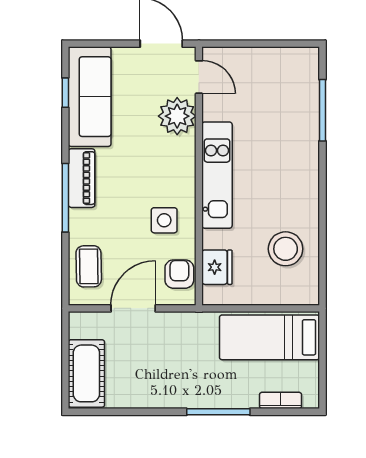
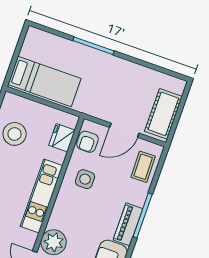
cot: (86, 373) -> (163, 114), moved
bookcase: (281, 400) -> (52, 39), removed

